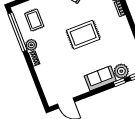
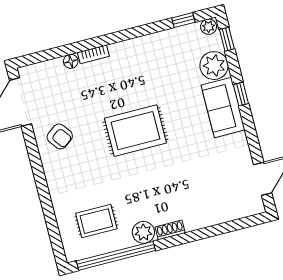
rug: (83, 35) -> (135, 131), turned 90
window: (119, 82) -> (241, 94), moved

